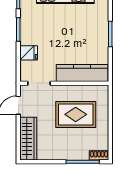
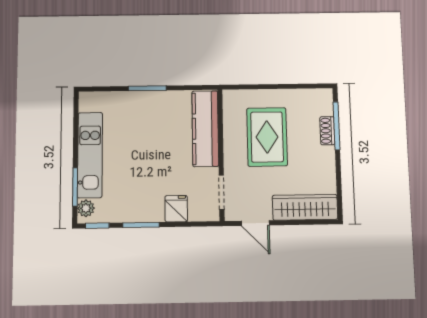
shoe rack: (99, 155) -> (327, 131), moved

